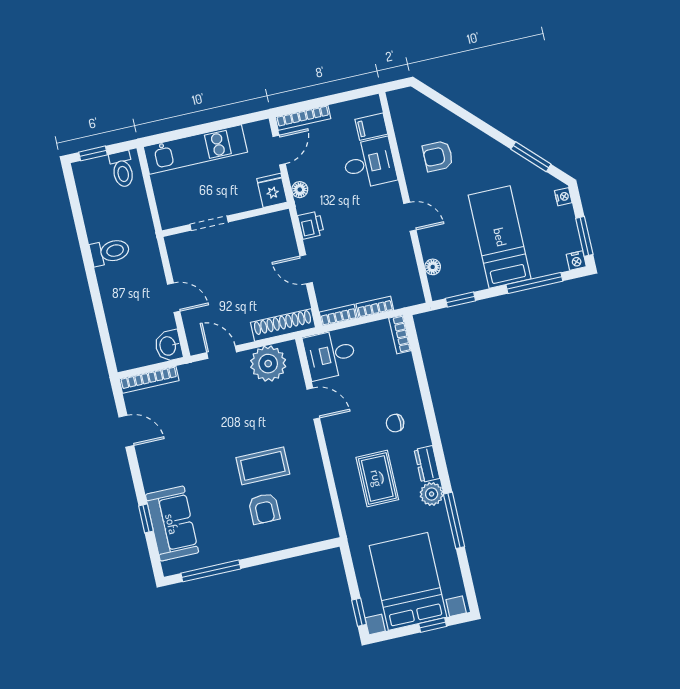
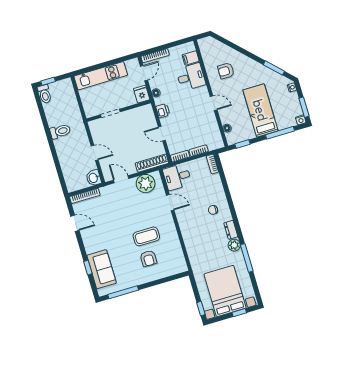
toilet: (122, 169) -> (45, 94), moved
rug: (377, 478) -> (206, 239), removed

